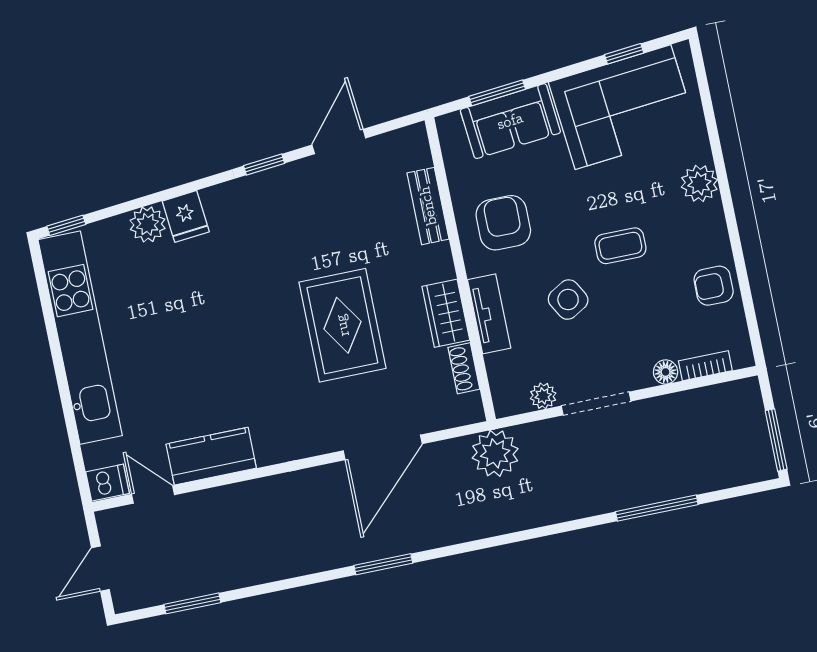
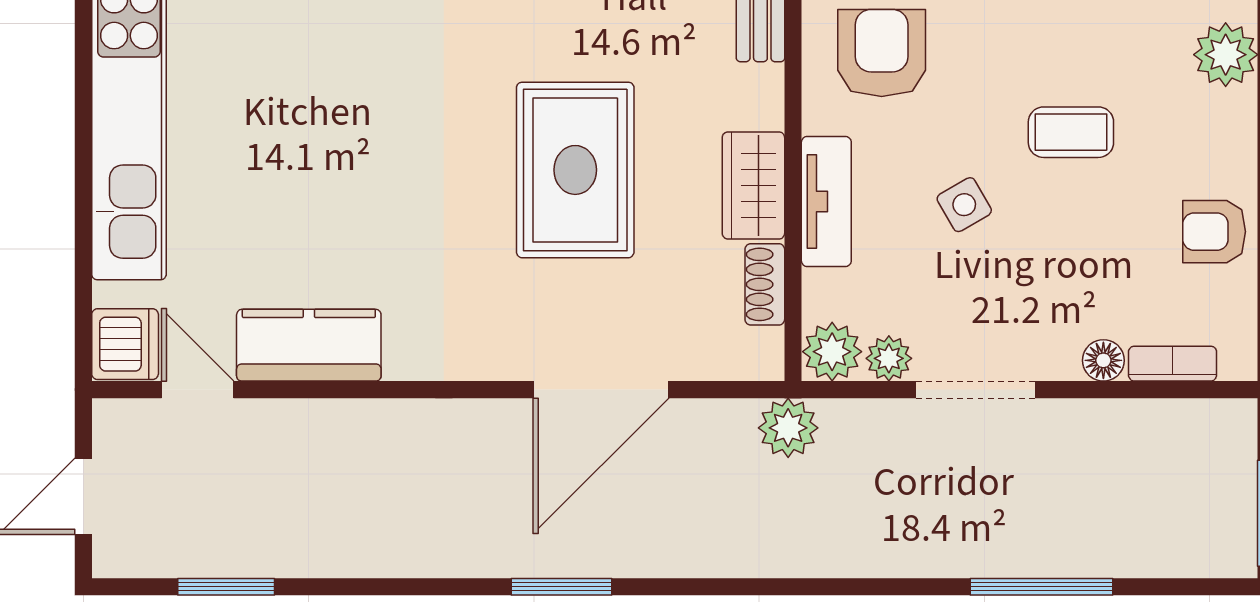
side table: (568, 300) -> (964, 205), width x0.73, depth x0.73
plant: (510, 399) -> (832, 352), added
plant: (495, 453) -> (788, 428), width x0.73, depth x0.73
dishwasher: (108, 483) -> (125, 344), width x1.38

